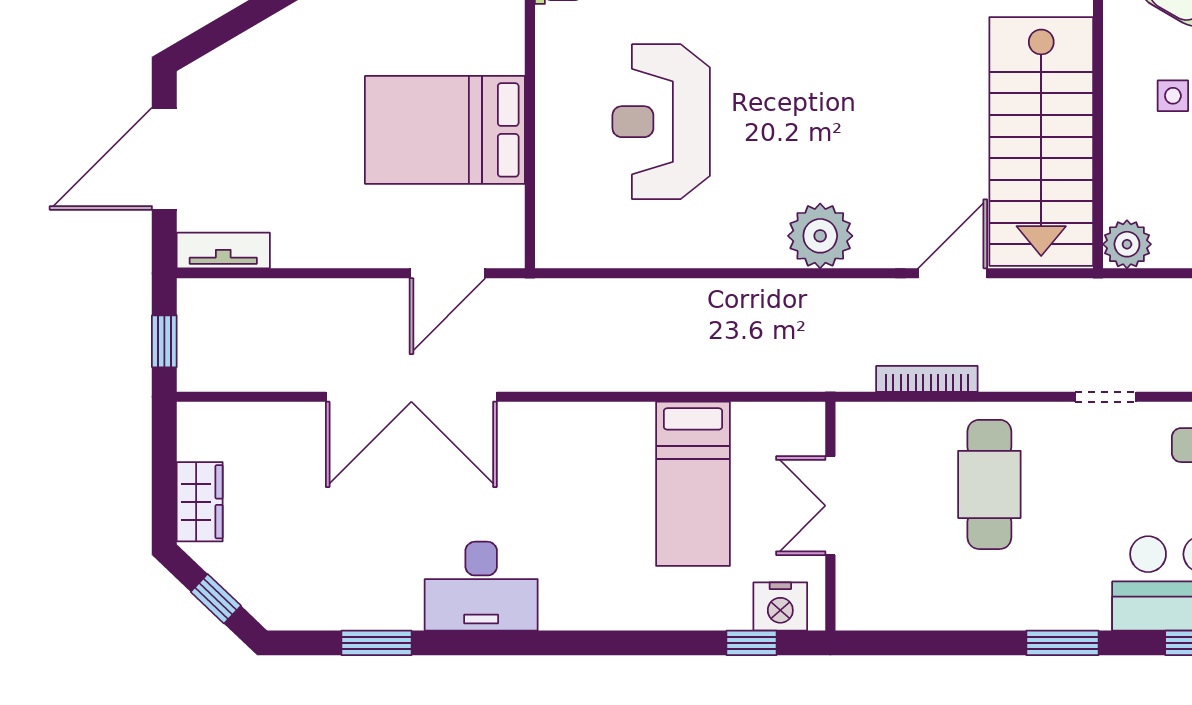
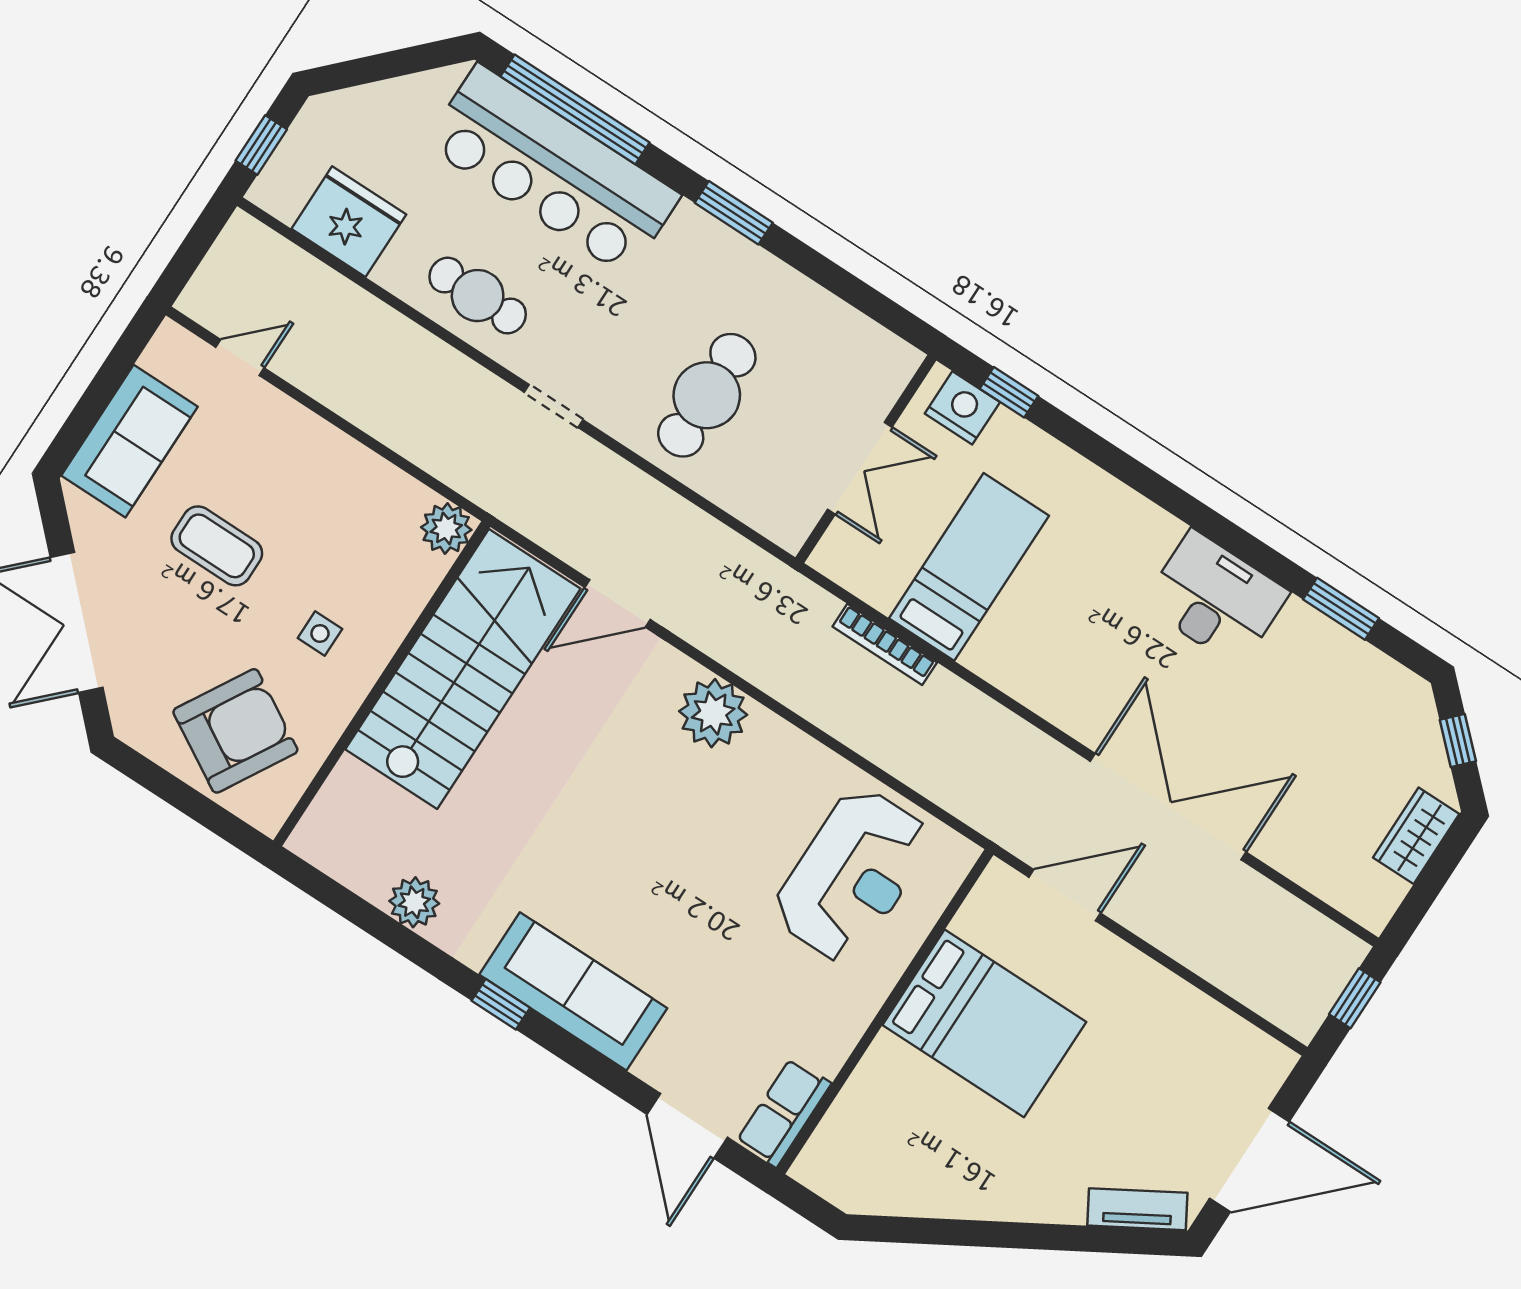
reception desk: (661, 122) -> (852, 875), moved
tv unit: (223, 250) -> (1137, 1209), moved, turned 150
bookcase: (927, 379) -> (885, 644), moved

